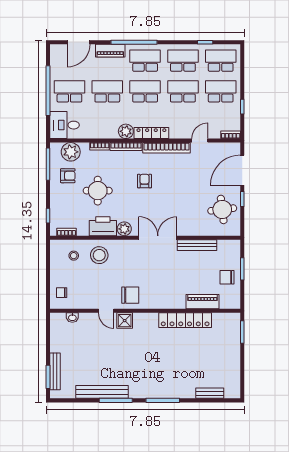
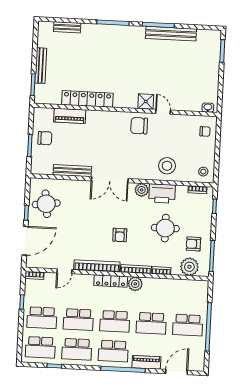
desk: (65, 125) -> (194, 293), removed
stool: (74, 256) -> (203, 172), moved
washbasin: (72, 318) -> (208, 108), moved
bench: (55, 371) -> (41, 66), moved

